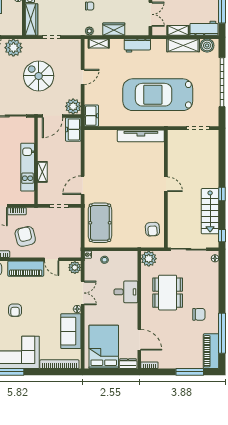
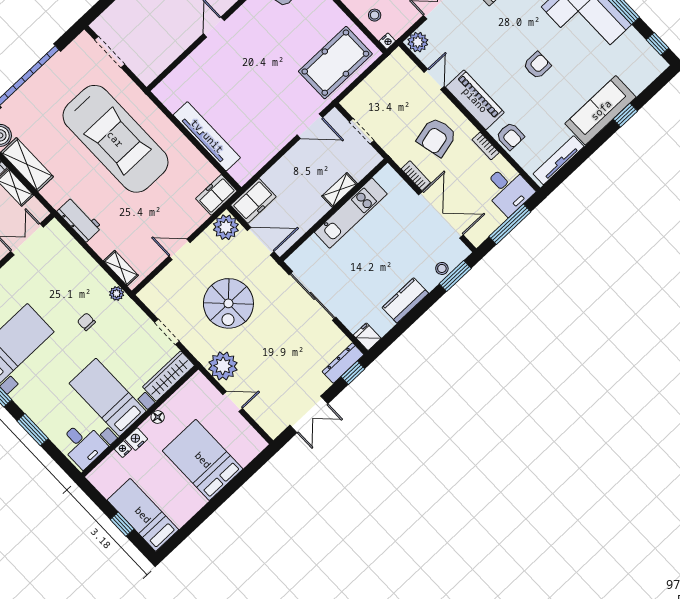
wardrobe: (114, 29) -> (87, 266), removed
tv unit: (141, 136) -> (207, 136), moved

